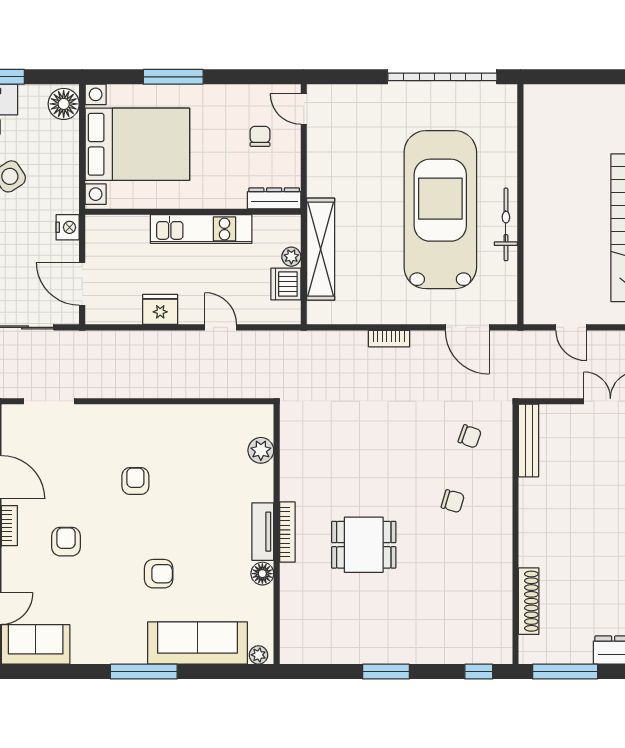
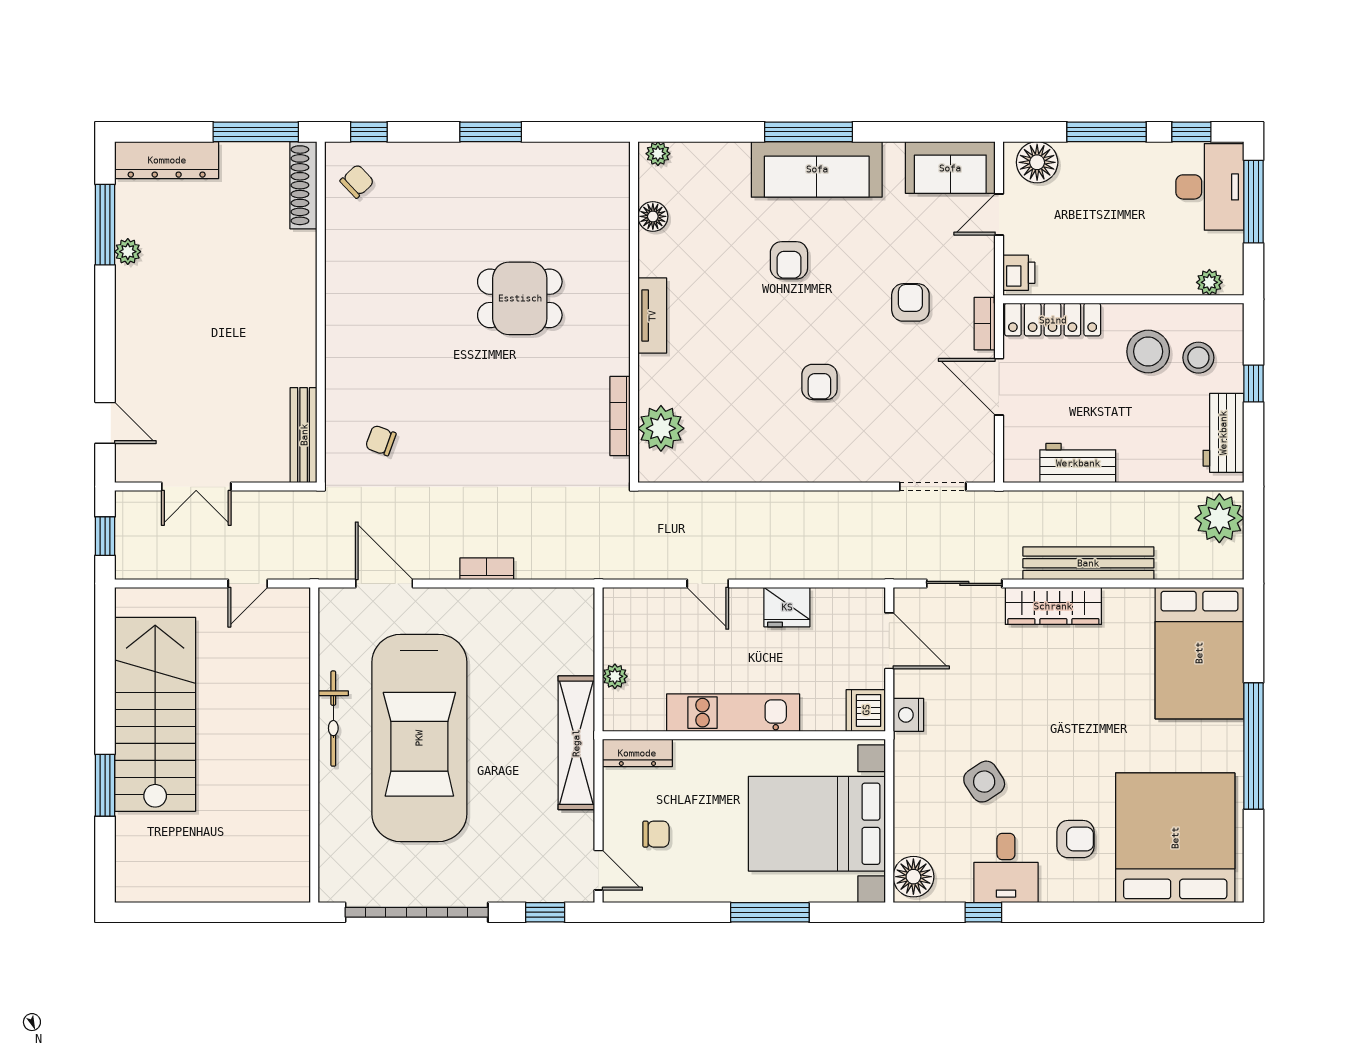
window: (345, 77) -> (545, 912), added
chair: (260, 136) -> (656, 834), turned -90
shelving: (321, 249) -> (576, 743), moved
dishwasher: (286, 284) -> (866, 710), moved, turned 180
door: (571, 327) -> (248, 583), swing flipped
plant: (261, 450) -> (661, 428), width x1.36, depth x1.36
chair: (453, 501) -> (357, 181), moved, turned 121
bookcase: (287, 532) -> (620, 416), moved
armchair: (66, 542) -> (910, 302), turned 180
armchair: (159, 574) -> (789, 260), turned -90
floor lamp: (262, 574) -> (653, 216), moved
shoe rack: (529, 601) -> (303, 185), moved
sofa: (197, 643) -> (817, 169), moved

